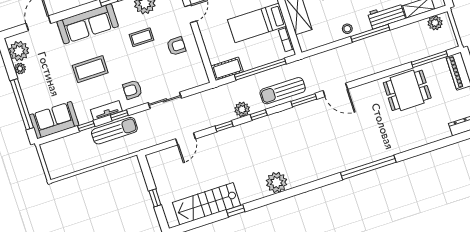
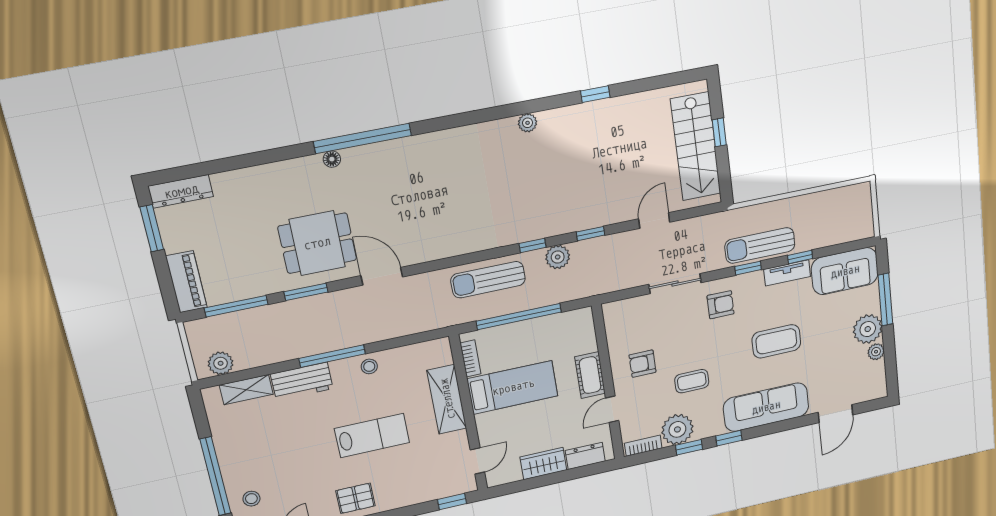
plant: (19, 51) -> (868, 329), moved
cot: (227, 69) -> (590, 375), moved, turned 90
door: (335, 90) -> (382, 276), moved
dining table: (407, 90) -> (317, 243), moved
sun lounger: (283, 91) -> (488, 280), turned 180
window: (304, 100) -> (306, 292), moved
window: (22, 104) -> (885, 299), width x0.68
tv unit: (106, 110) -> (787, 273), moved
floor lamp: (384, 153) -> (332, 159), added
plant: (277, 182) -> (528, 123), width x0.53, depth x0.53
stairs: (206, 204) -> (696, 147), moved, turned 90

